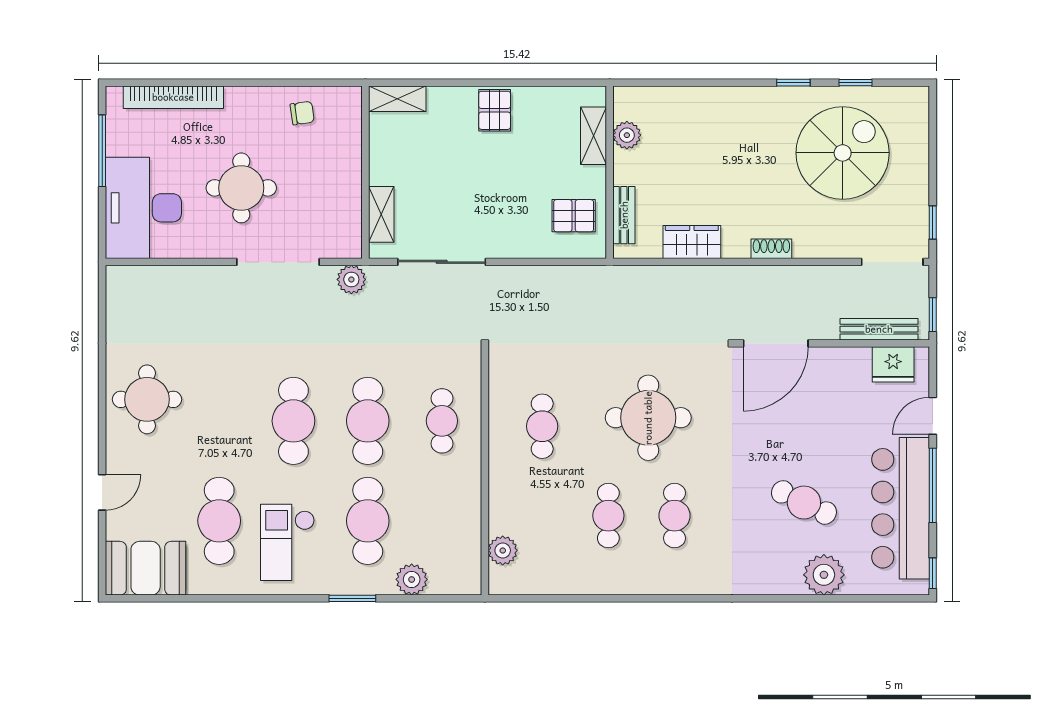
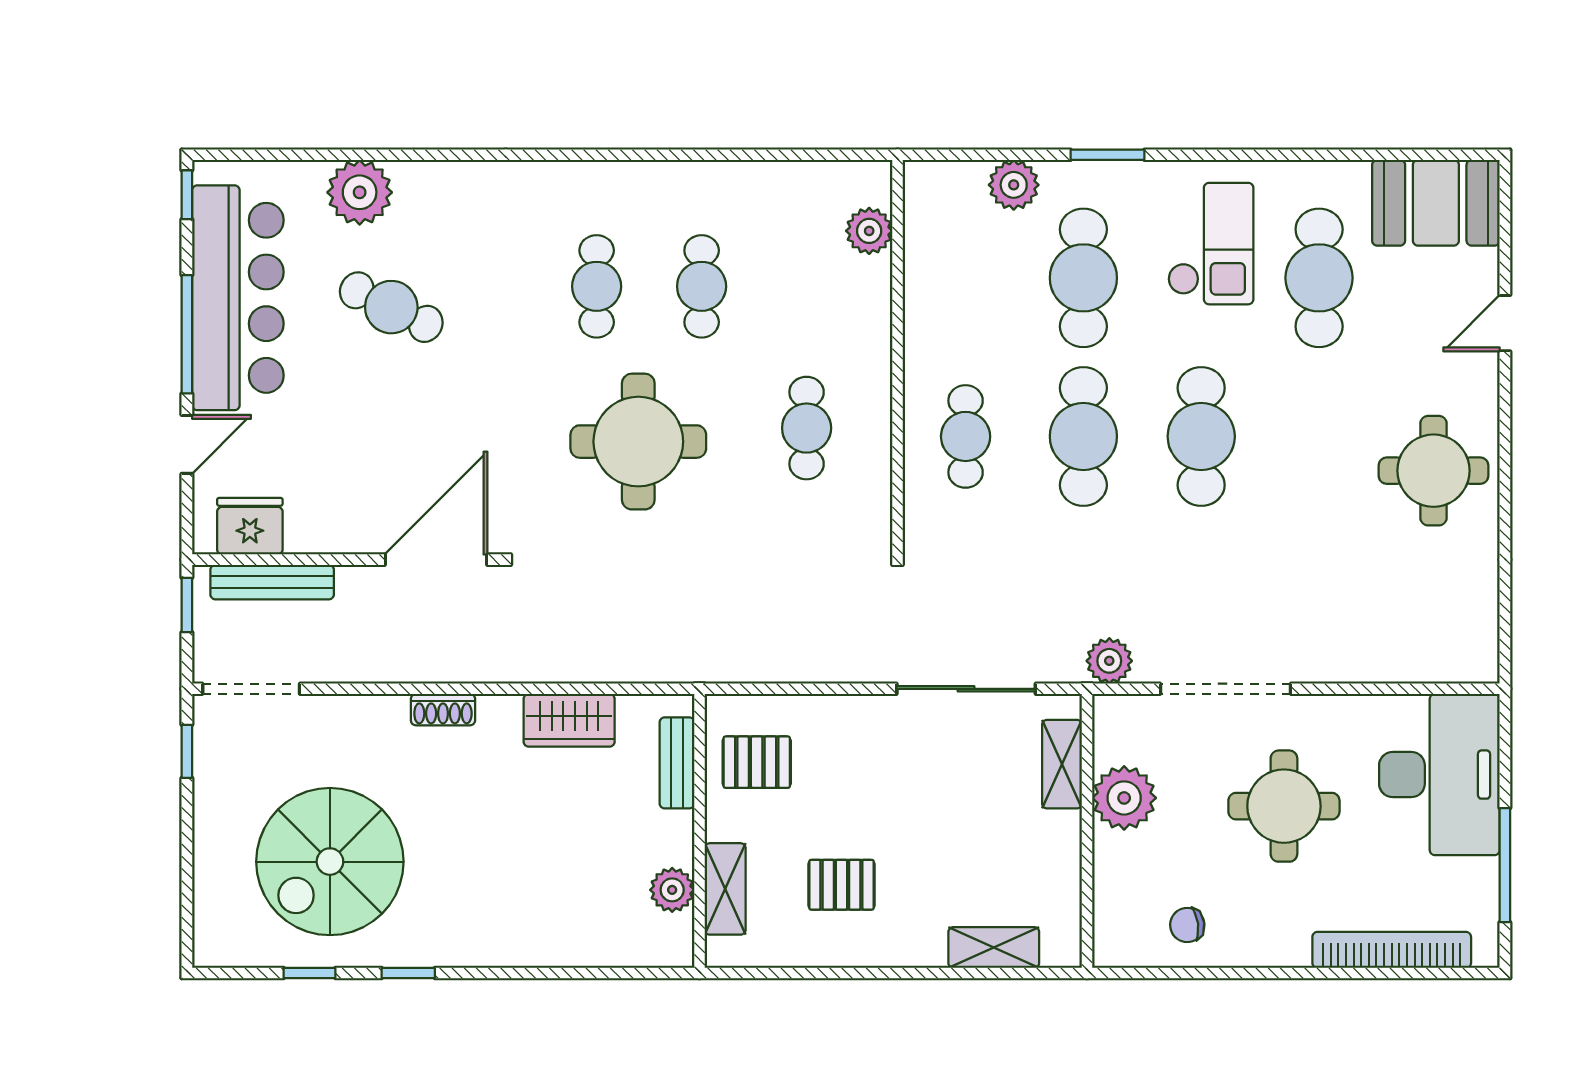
shelving: (397, 99) -> (994, 947), moved
pallet: (495, 110) -> (841, 885), moved, turned 90
plant: (342, 193) -> (1124, 798), added

